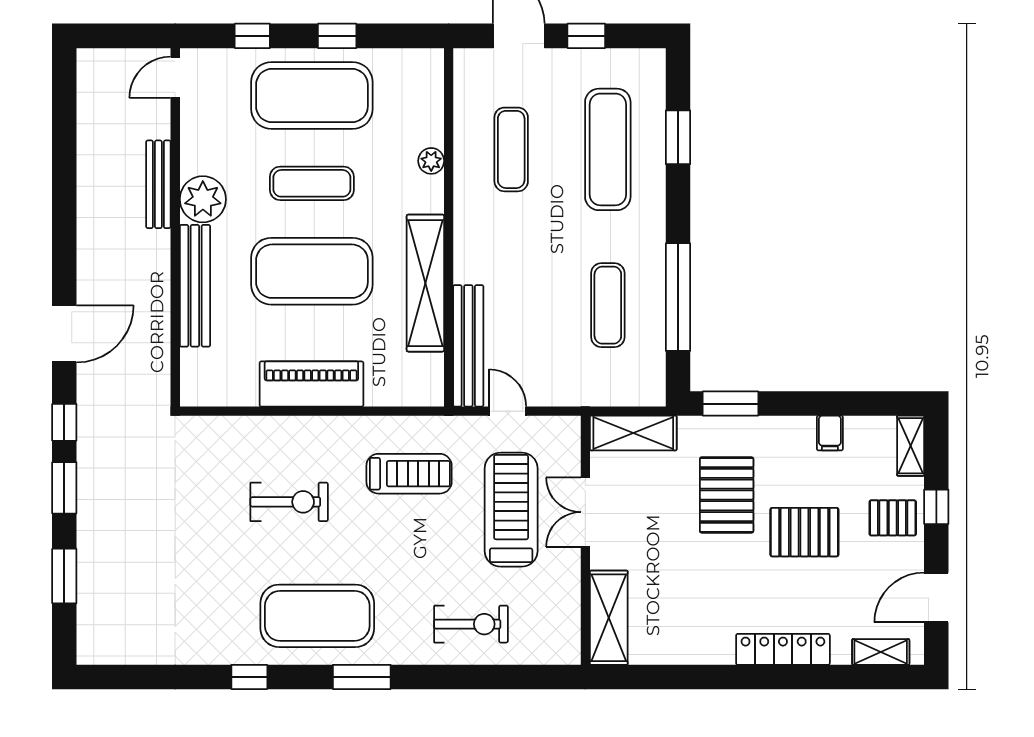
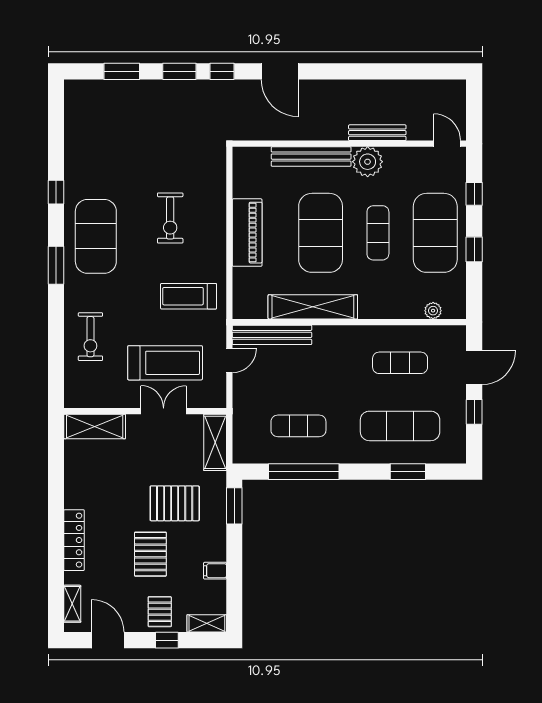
plant: (431, 161) -> (433, 311), moved
treadmill: (409, 474) -> (189, 296), turned 90

